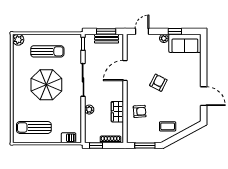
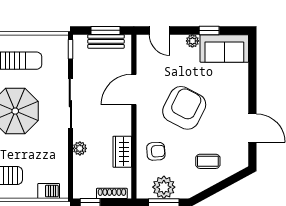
door: (142, 31) -> (159, 30), swing flipped
armchair: (158, 83) -> (184, 108), width x1.88, depth x1.88
coffee table: (168, 126) -> (208, 161), moved
plant: (145, 135) -> (164, 187), added

